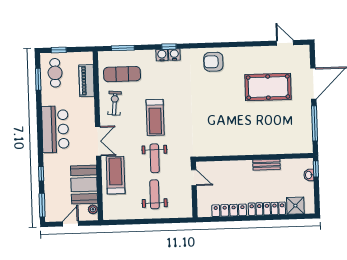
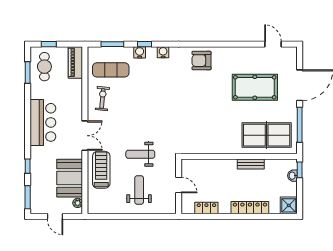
window: (169, 47) -> (144, 44), moved
water cooler: (162, 55) -> (140, 52), moved
piano: (87, 81) -> (75, 62), moved
treadmill: (155, 117) -> (142, 114), removed
table tennis table: (281, 135) -> (267, 135), added
weight bench: (155, 158) -> (140, 154), turned 90
door: (194, 178) -> (179, 185), moved
shower: (295, 206) -> (289, 205), moved
locker: (229, 210) -> (206, 208), width x0.66
door: (71, 224) -> (55, 216), swing flipped

